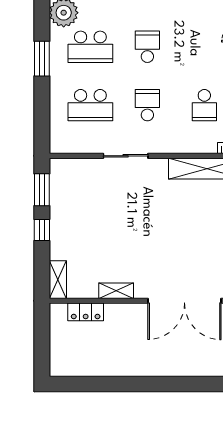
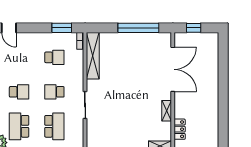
school desk: (90, 47) -> (19, 126), turned 180
school desk: (147, 47) -> (19, 92), turned 180

